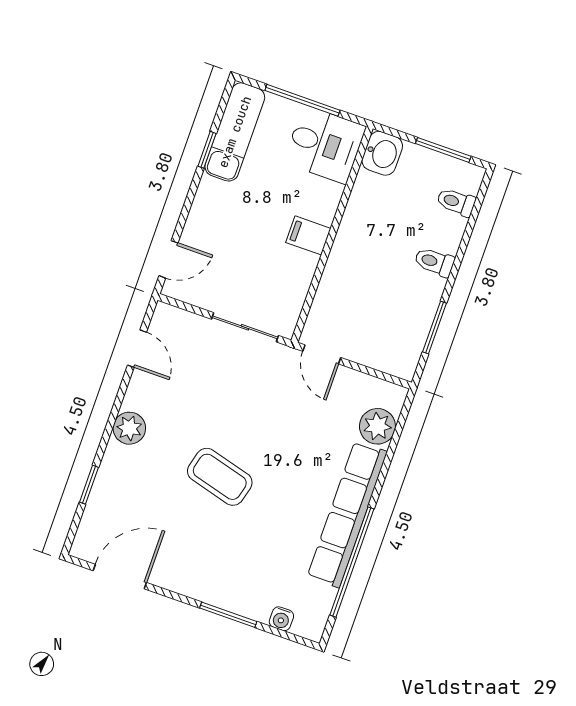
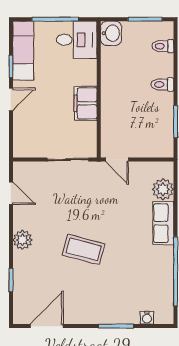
filing cabinet: (308, 235) -> (86, 103), width x2.00
door: (168, 259) -> (11, 99), moved
row of seats: (347, 514) -> (163, 223), width x0.50

